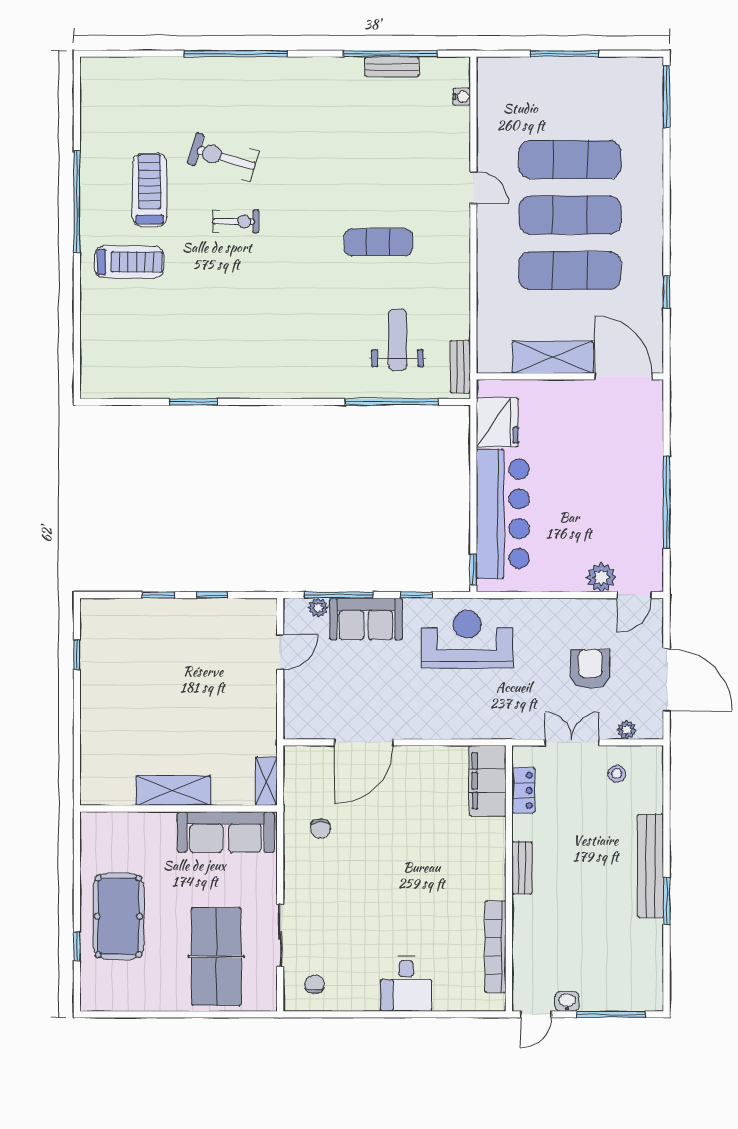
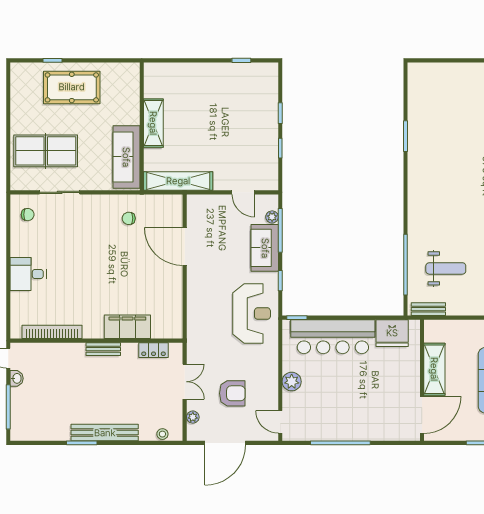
plant: (601, 577) -> (292, 382), moved
stool: (617, 774) -> (162, 434), moved
shelving: (266, 781) -> (178, 181), width x2.20, depth x1.33
filing cabinet: (488, 781) -> (127, 327), moved

